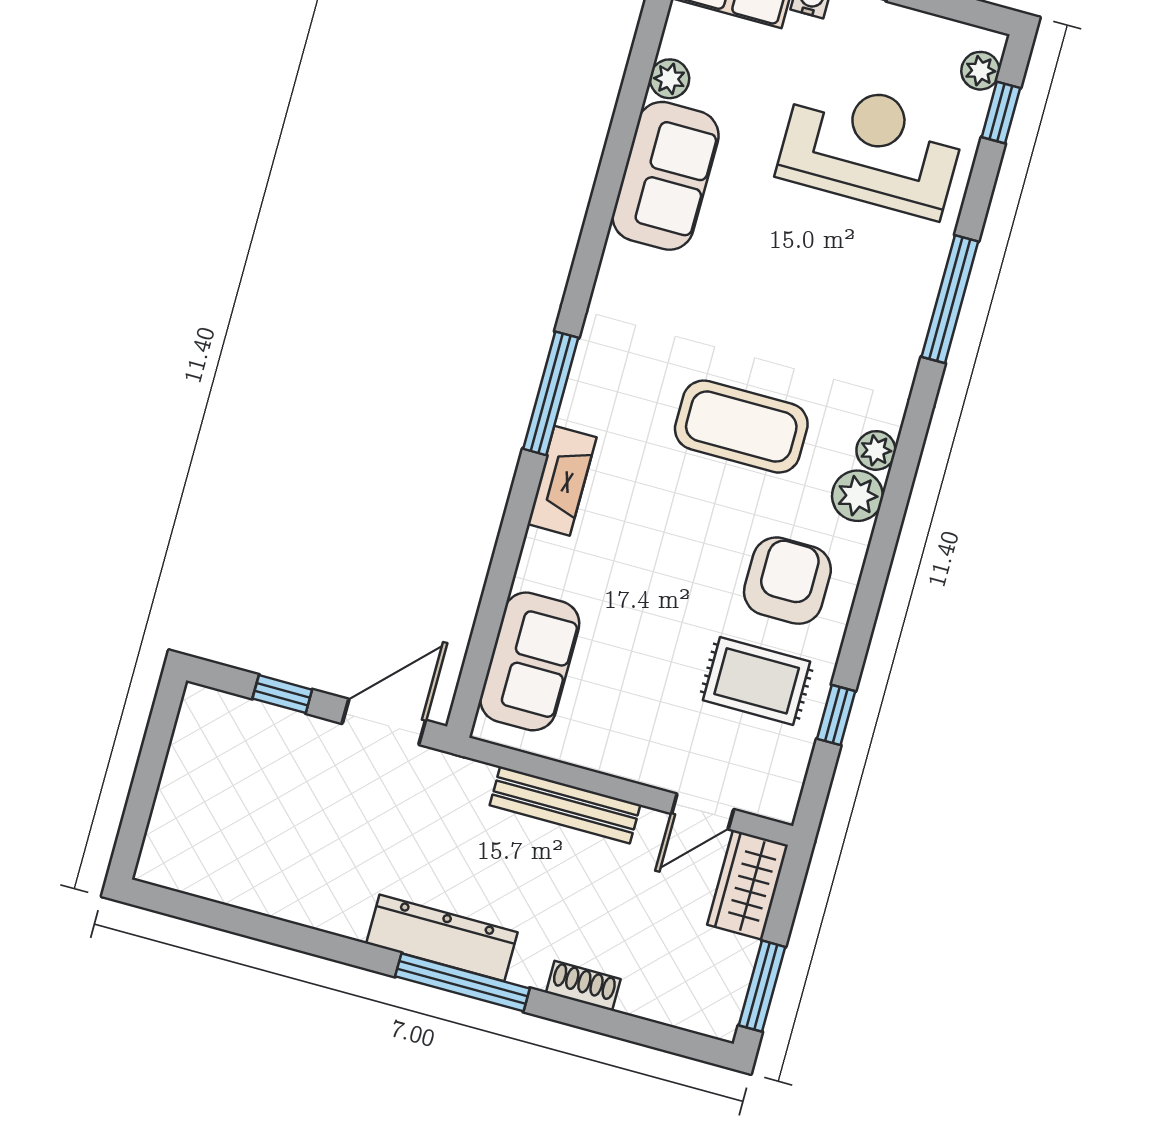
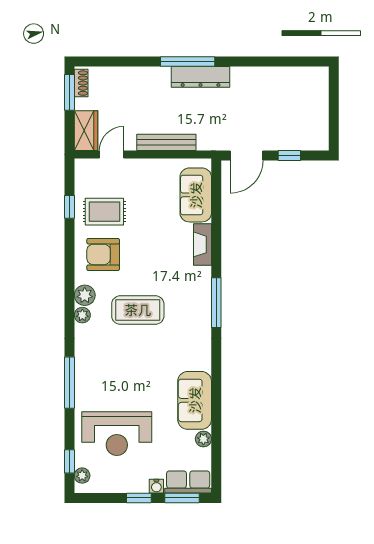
fireplace: (562, 481) -> (202, 244), moved
armchair: (787, 581) -> (103, 254), turned 90
shoe rack: (583, 986) -> (81, 83), moved, turned -90

